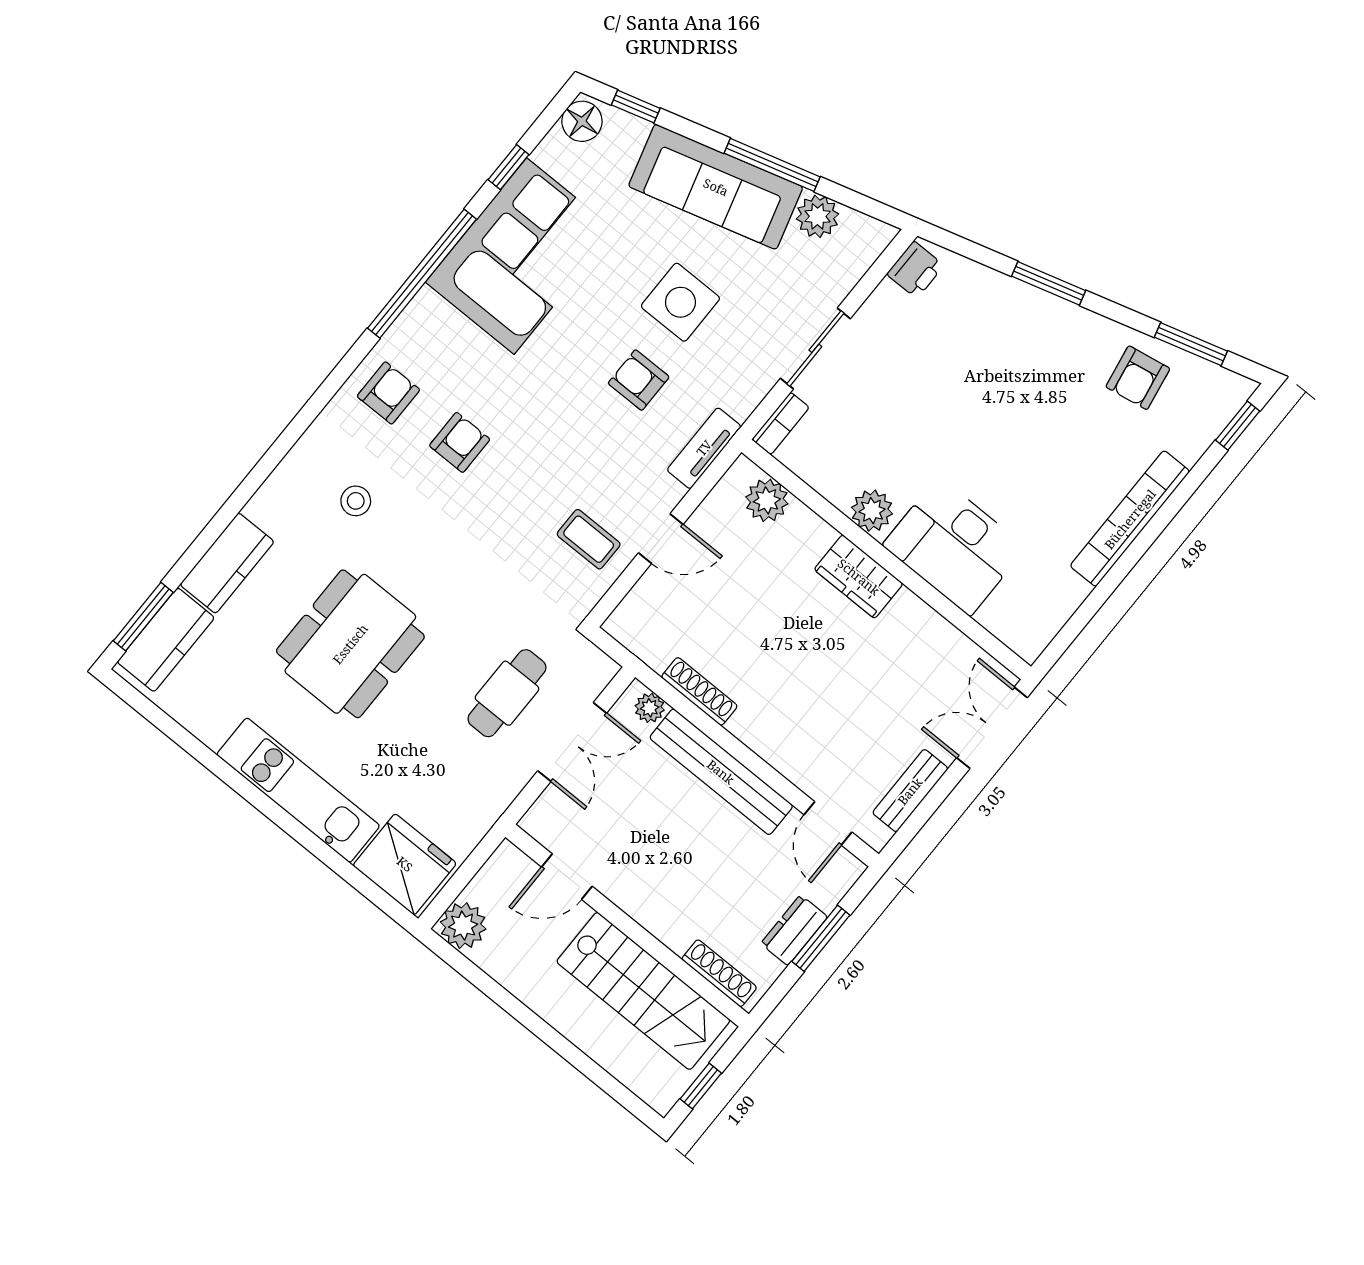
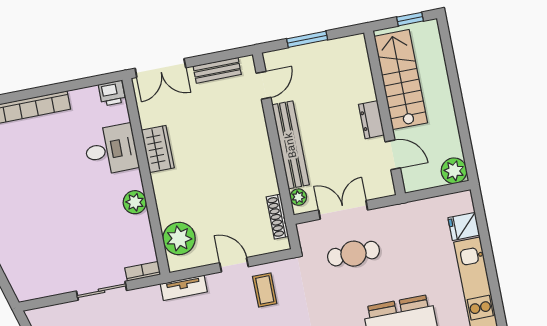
printer: (915, 270) -> (112, 93), moved, turned 180
plant: (767, 500) -> (179, 238), width x1.36, depth x1.36
desk: (954, 546) -> (111, 150), width x0.73
wardrobe: (859, 577) -> (158, 149), moved
shoe rack: (699, 691) -> (277, 217), moved
fridge: (405, 864) -> (464, 226), width x0.53, depth x0.75
dresser: (794, 930) -> (371, 120), moved, turned 90
shoe rack: (719, 973) -> (362, 60), removed

